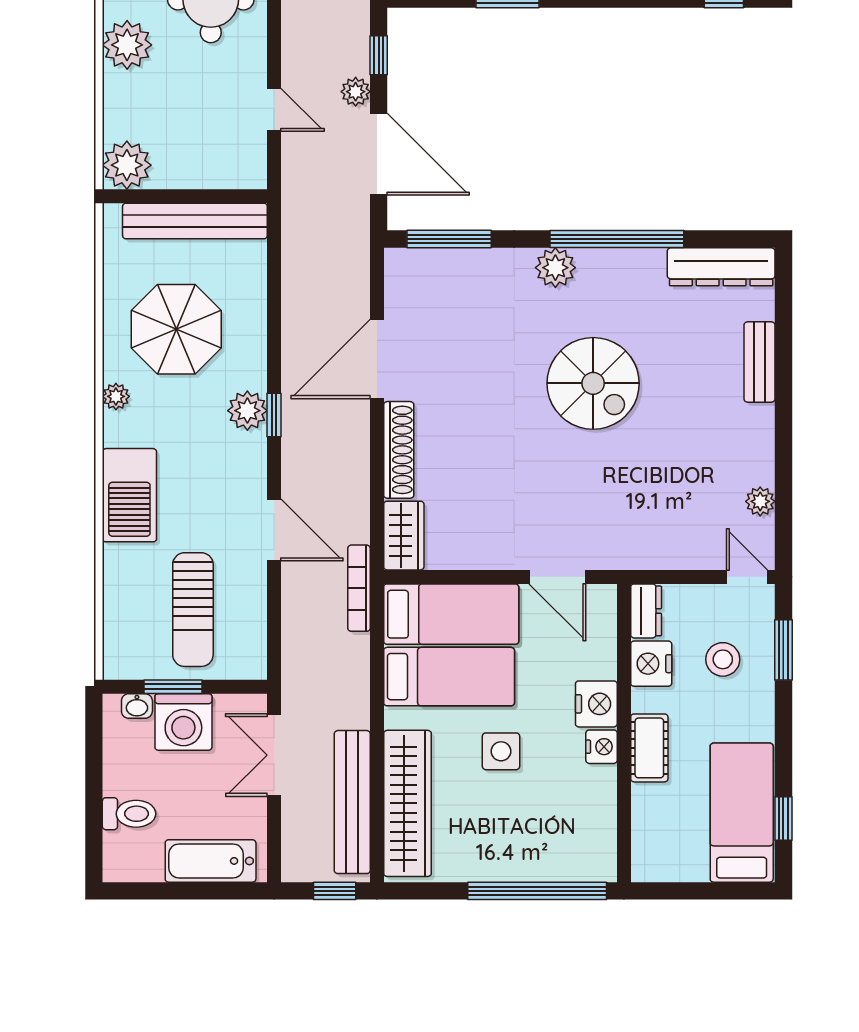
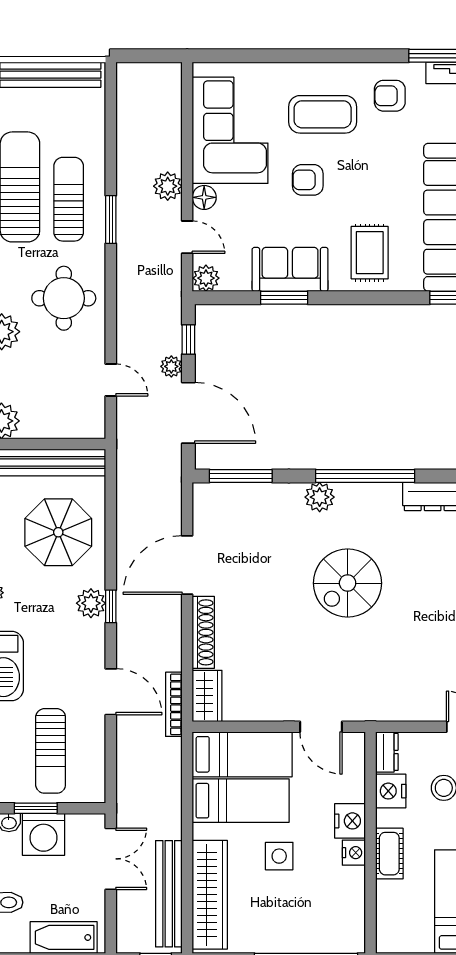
parasol: (176, 329) -> (58, 532), moved
spiral stairs: (593, 383) -> (348, 583), turned 90
bookcase: (359, 588) -> (174, 704), moved
double door: (274, 755) -> (111, 859), swing flipped

